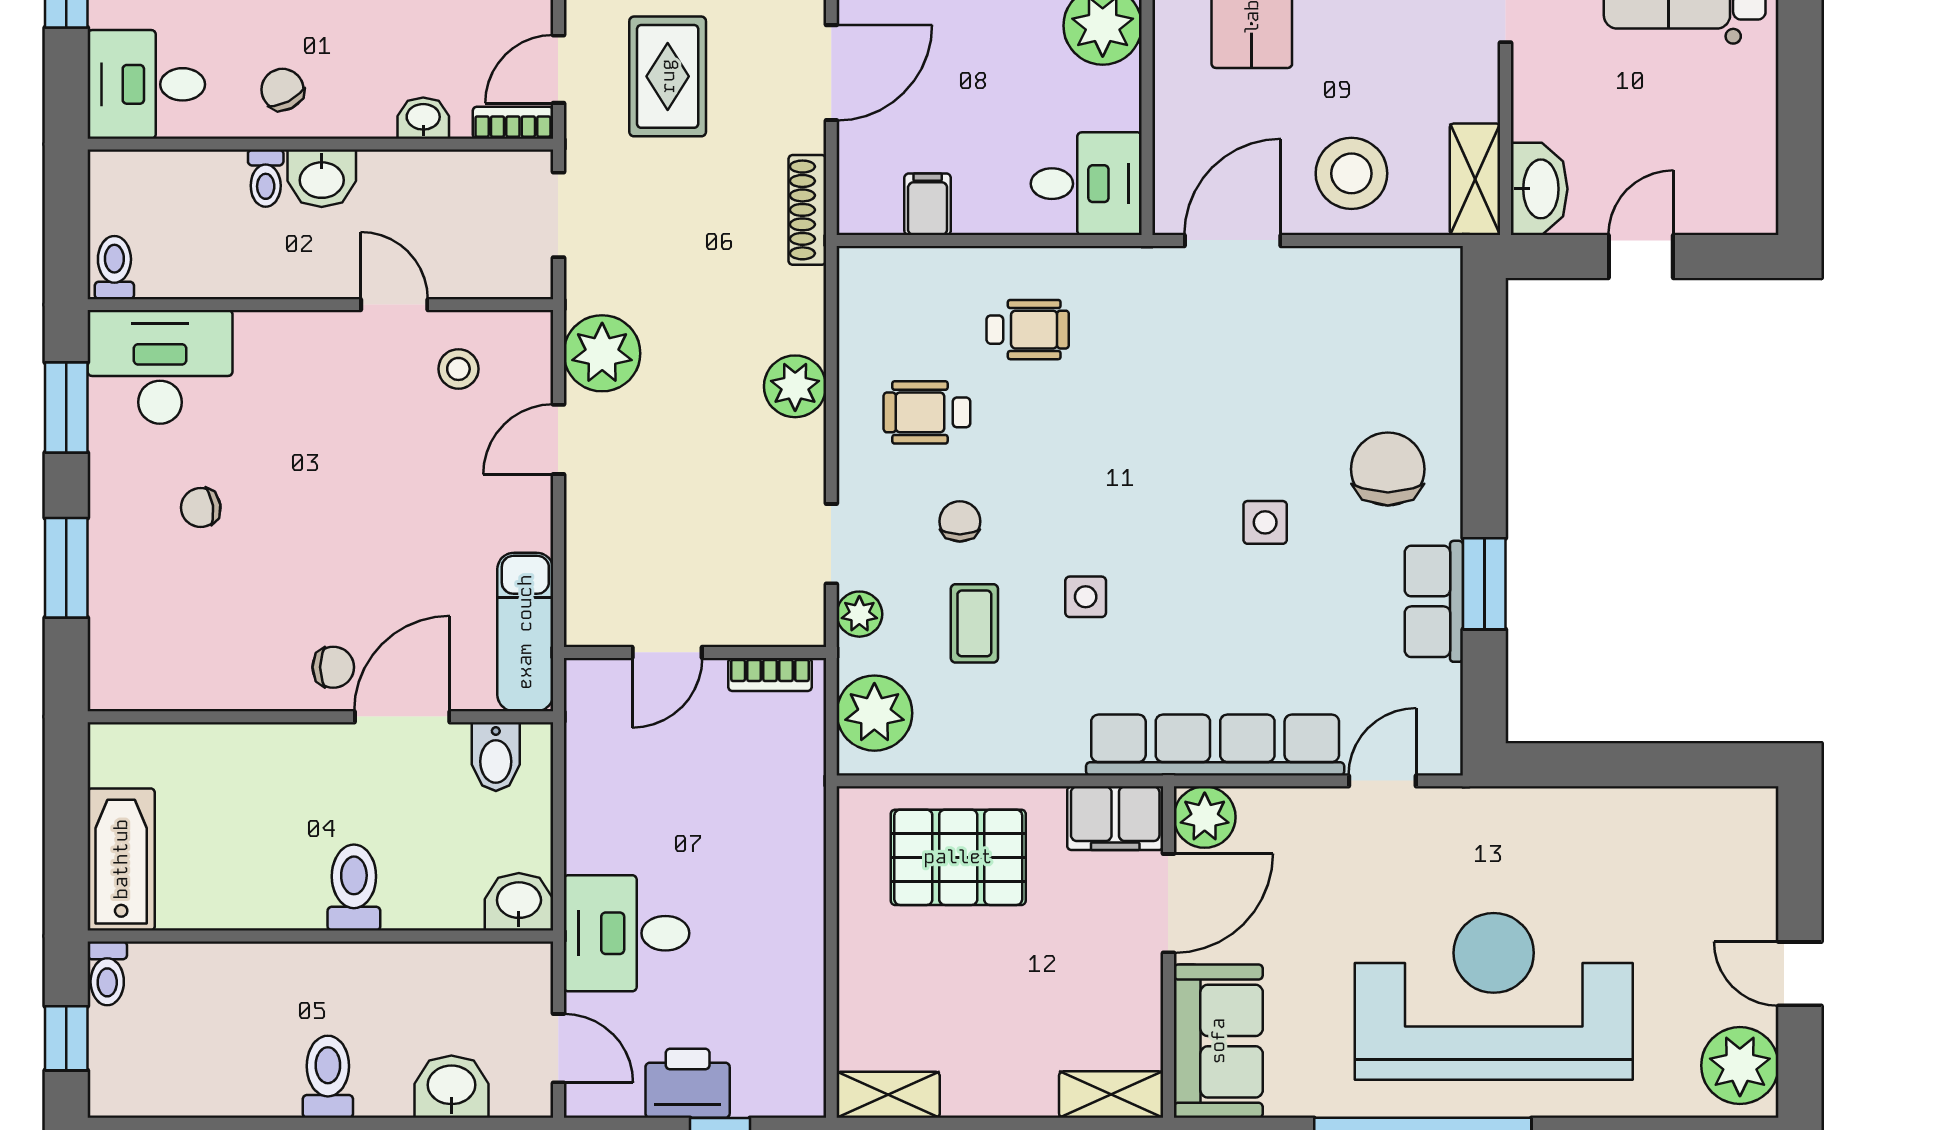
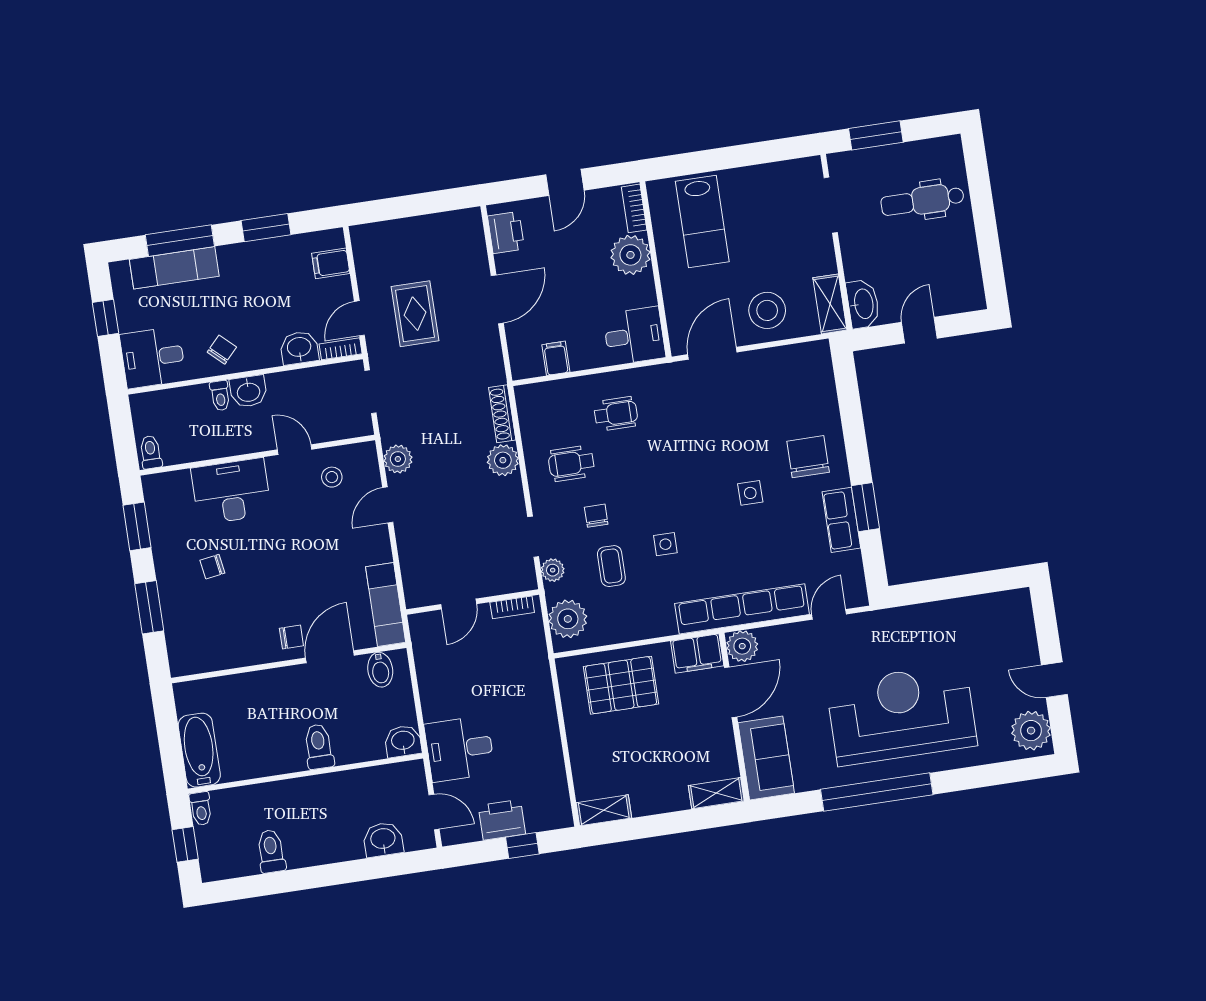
chair: (282, 90) -> (222, 350), turned 70
washbasin: (423, 118) -> (299, 348), width x1.38, depth x1.45
shoe rack: (807, 210) -> (502, 414), moved
plant: (602, 353) -> (398, 459), width x0.73, depth x0.73
desk: (160, 367) -> (231, 491), moved
toilet: (328, 1077) -> (271, 851), moved

